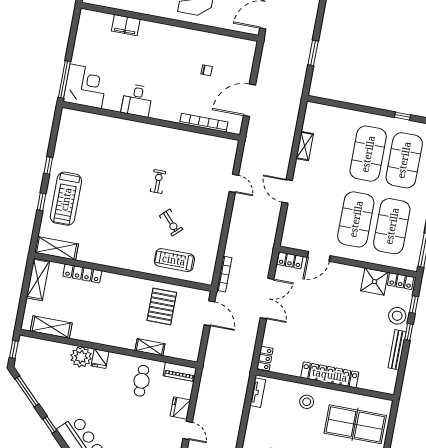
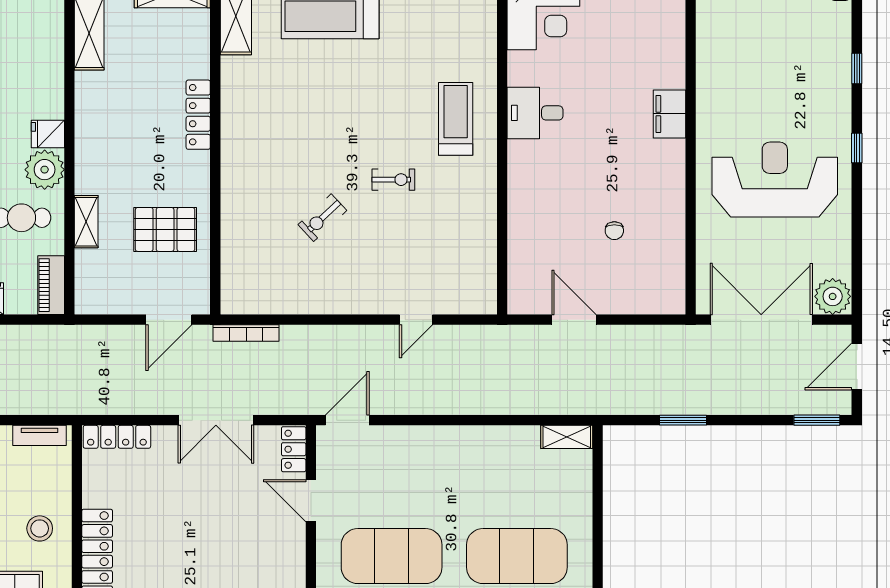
filing cabinet: (126, 25) -> (670, 114), moved
door: (249, 100) -> (574, 320), width x0.73
bookcase: (204, 123) -> (517, 243), removed
shelving: (305, 146) -> (567, 437), moved
door: (287, 191) -> (347, 420), moved
treadmill: (174, 260) -> (456, 119), moved
locker: (82, 273) -> (198, 115), moved
plant: (81, 357) -> (45, 170), moved
locker: (265, 358) -> (117, 437), width x1.53

